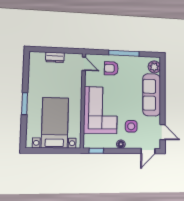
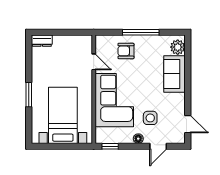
dresser: (55, 57) -> (42, 41), moved
door: (84, 64) -> (94, 62), moved
sofa: (152, 95) -> (174, 74), width x0.73
door: (148, 151) -> (158, 146), moved

